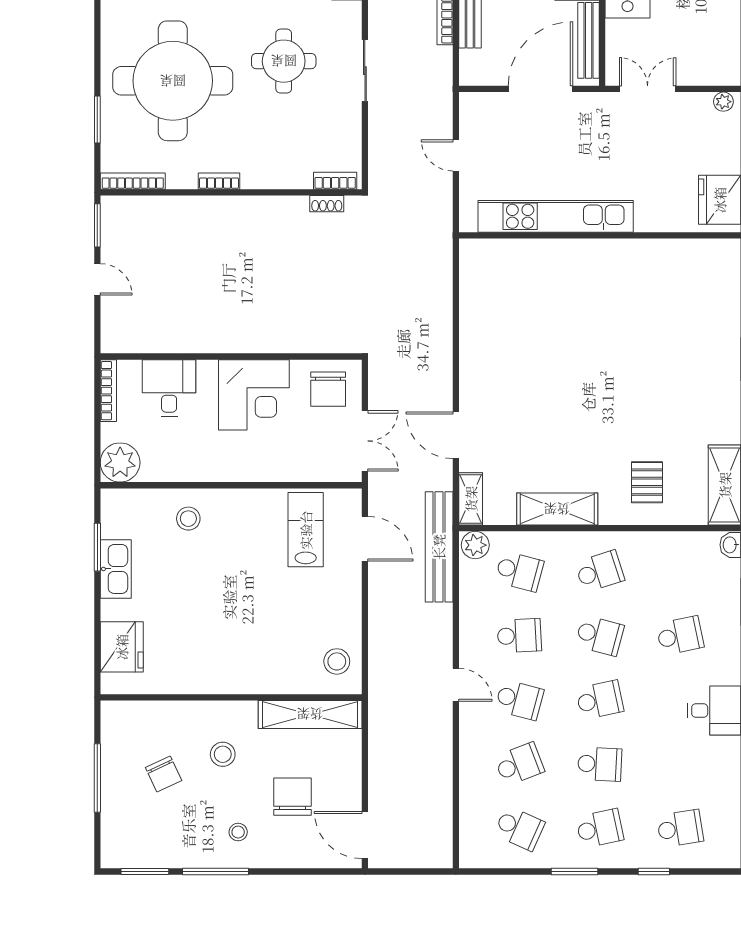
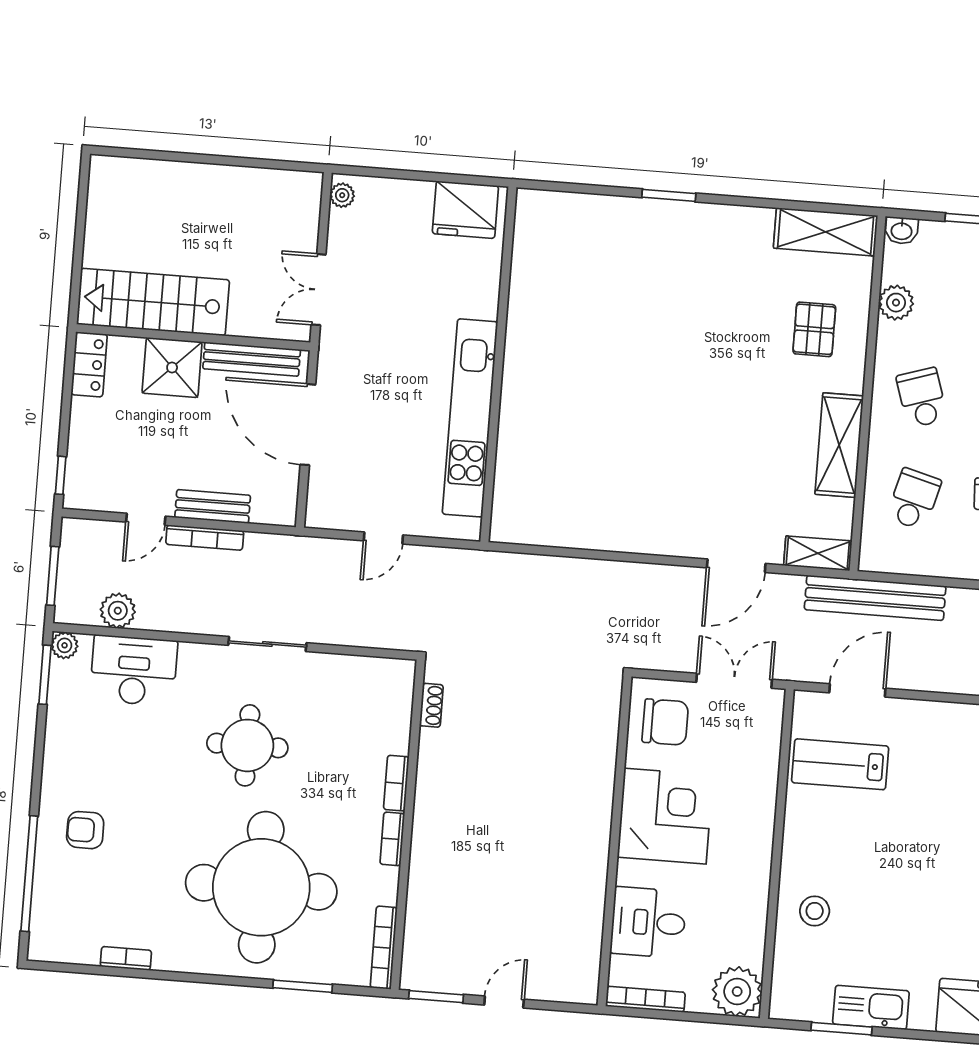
bookcase: (335, 181) -> (396, 783), moved
pallet: (647, 482) -> (814, 329), turned 90
plant: (475, 545) -> (896, 303), moved

